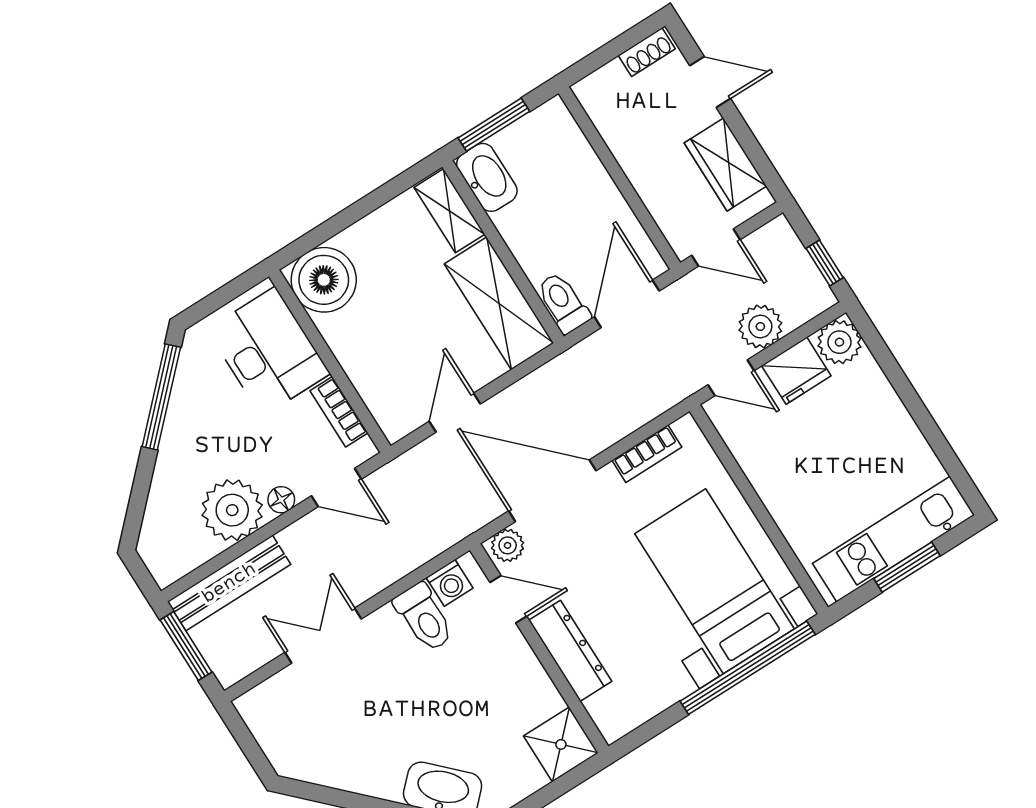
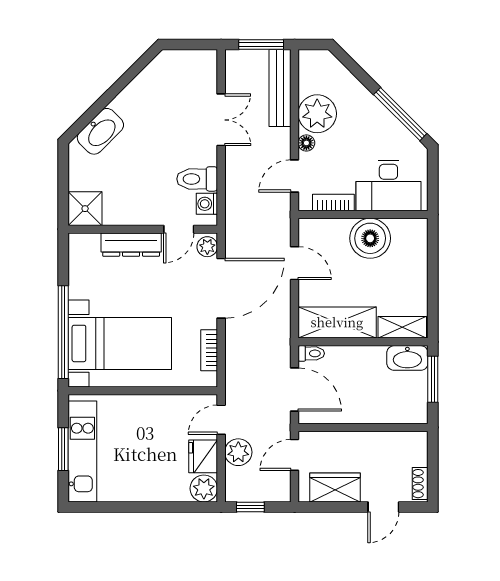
boiler: (324, 280) -> (370, 238), moved
toilet: (563, 303) -> (311, 353), width x0.73, depth x0.72

